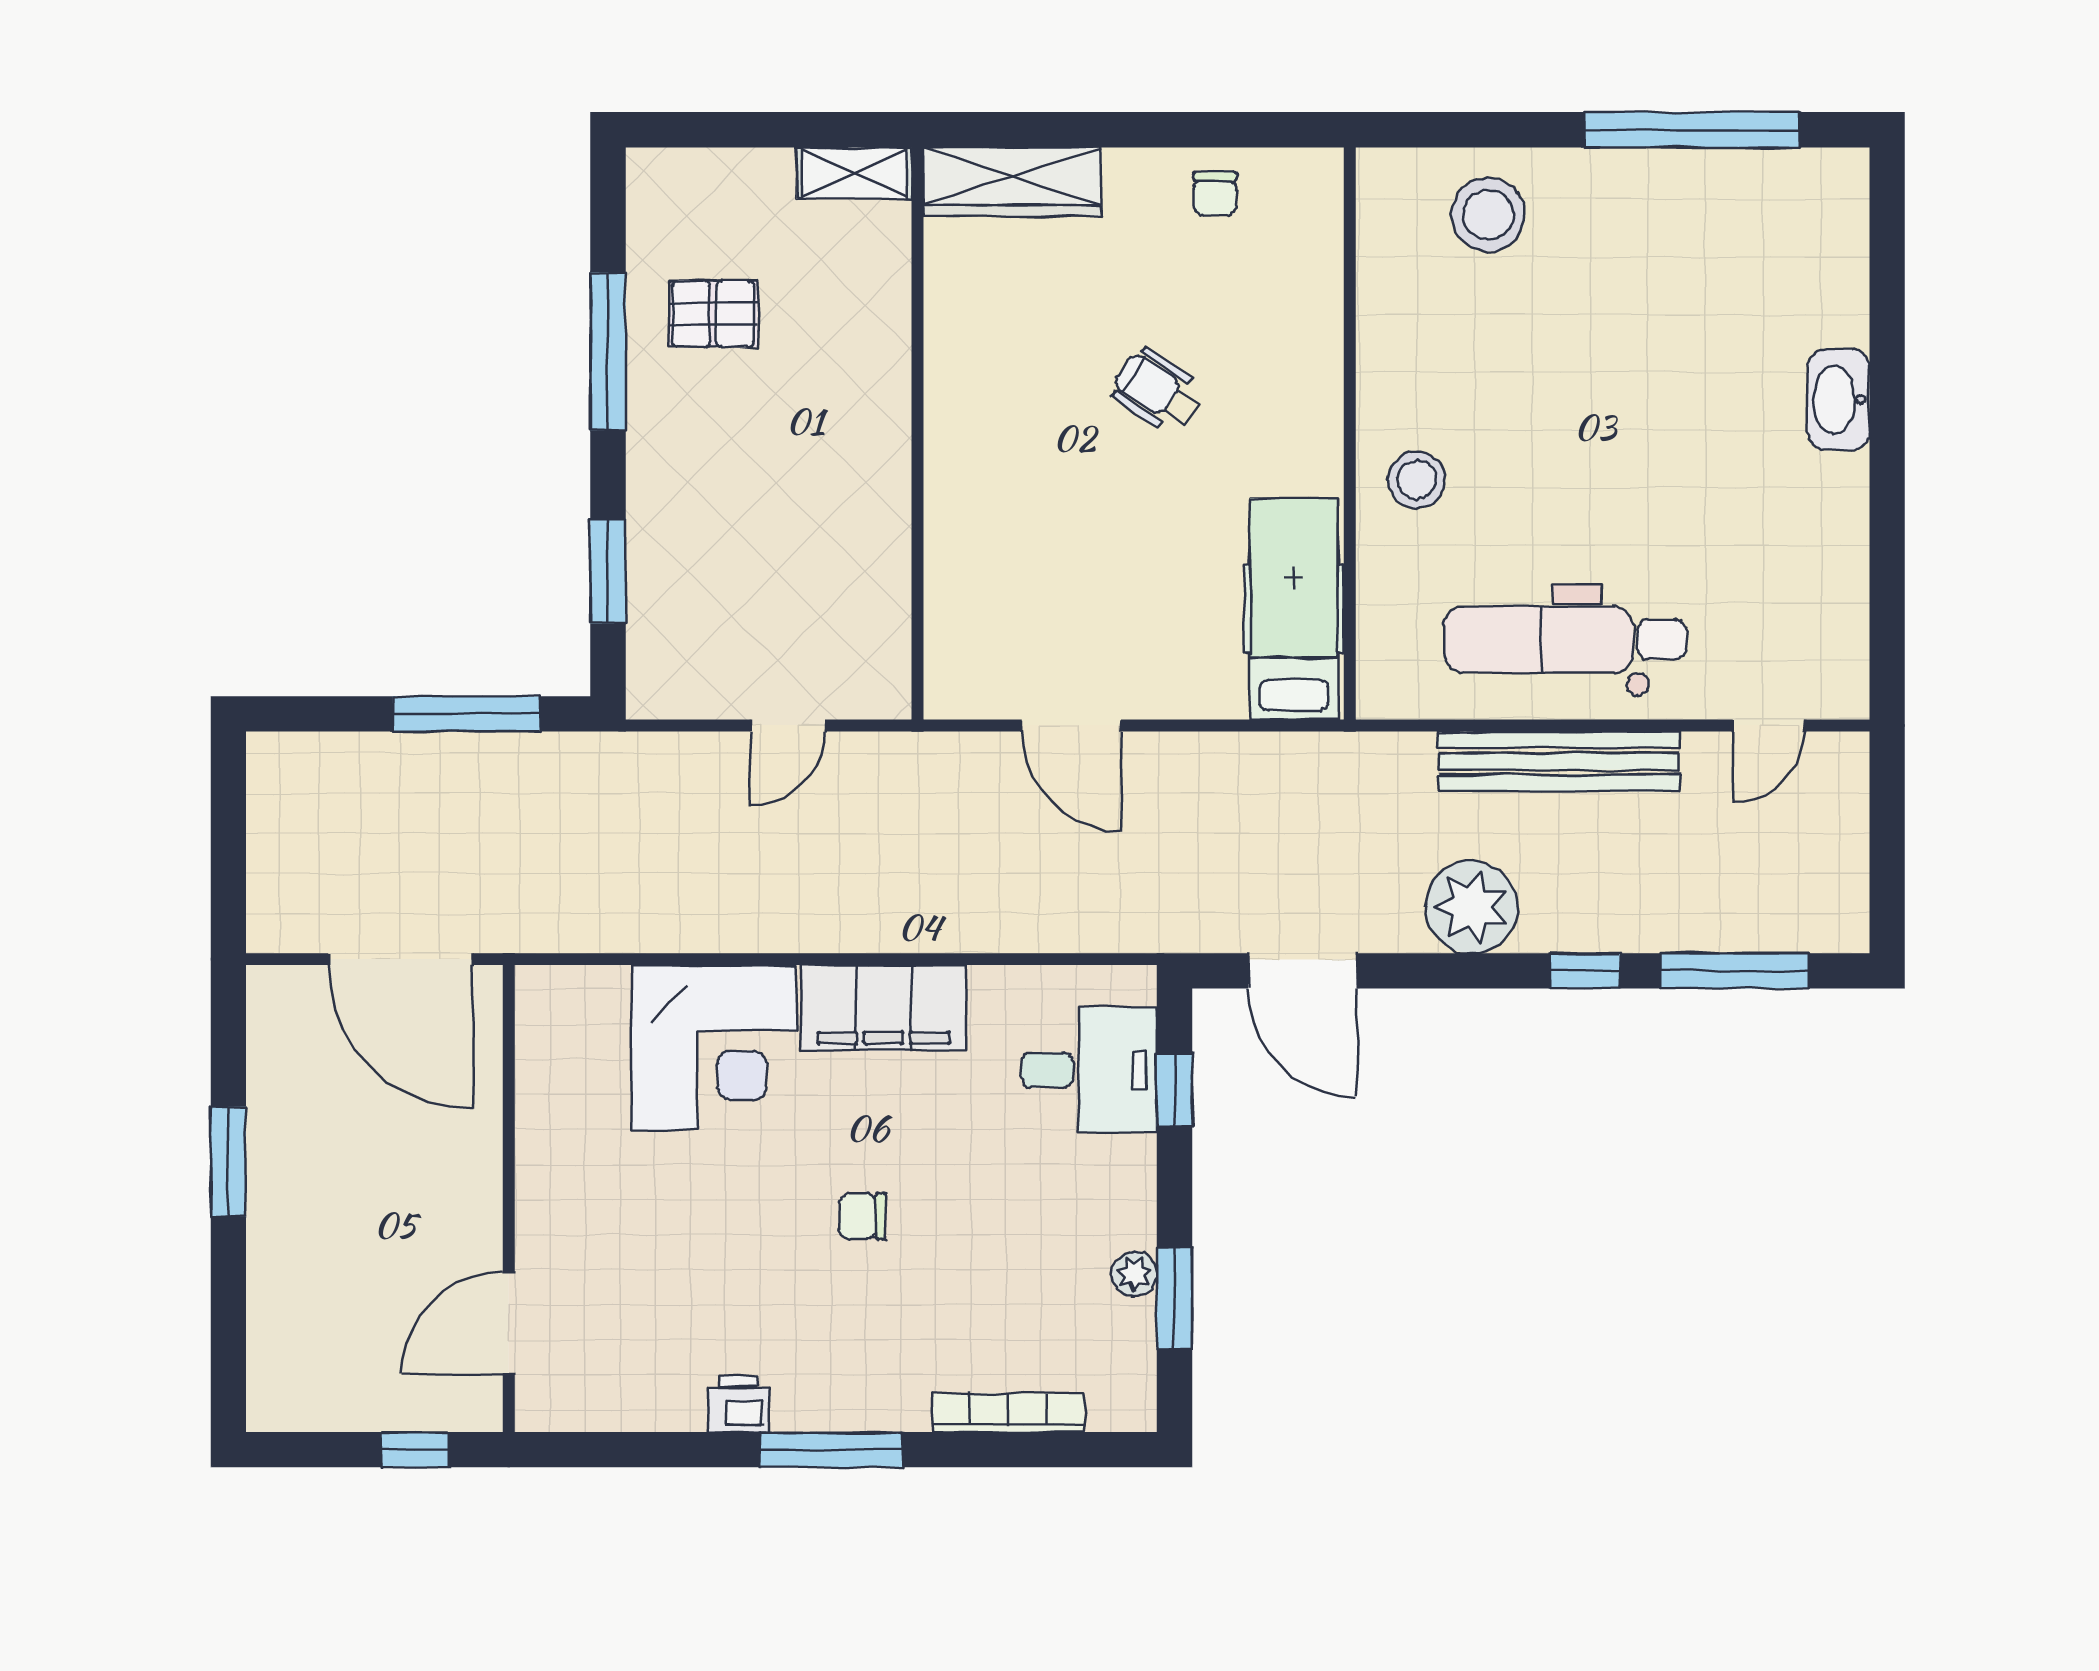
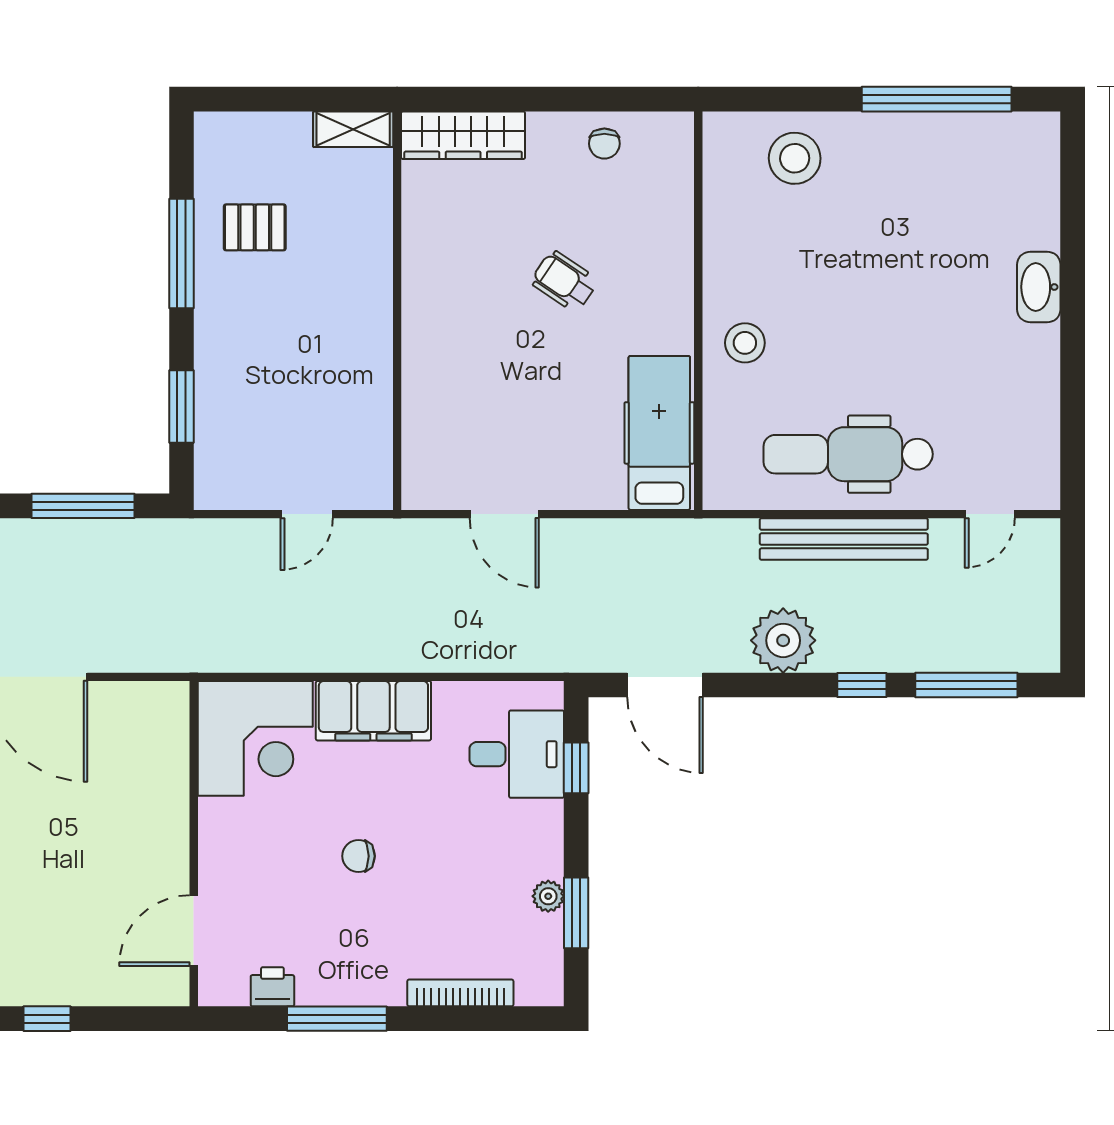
wall: (509, 1199) -> (194, 844), moved
door: (509, 1323) -> (194, 931), moved

